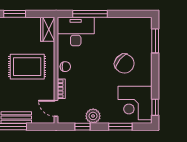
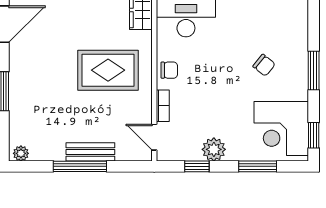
window: (155, 41) -> (314, 71), moved
chair: (124, 64) -> (264, 65), width x0.54, depth x0.54

